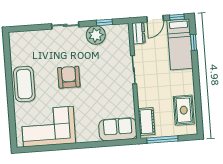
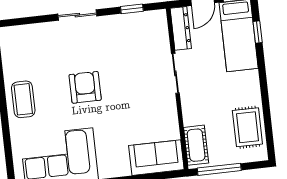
dresser: (138, 33) -> (181, 28), width x1.44
plant: (96, 35) -> (121, 27), removed
coffee table: (24, 84) -> (23, 99), width x0.73, depth x0.76

